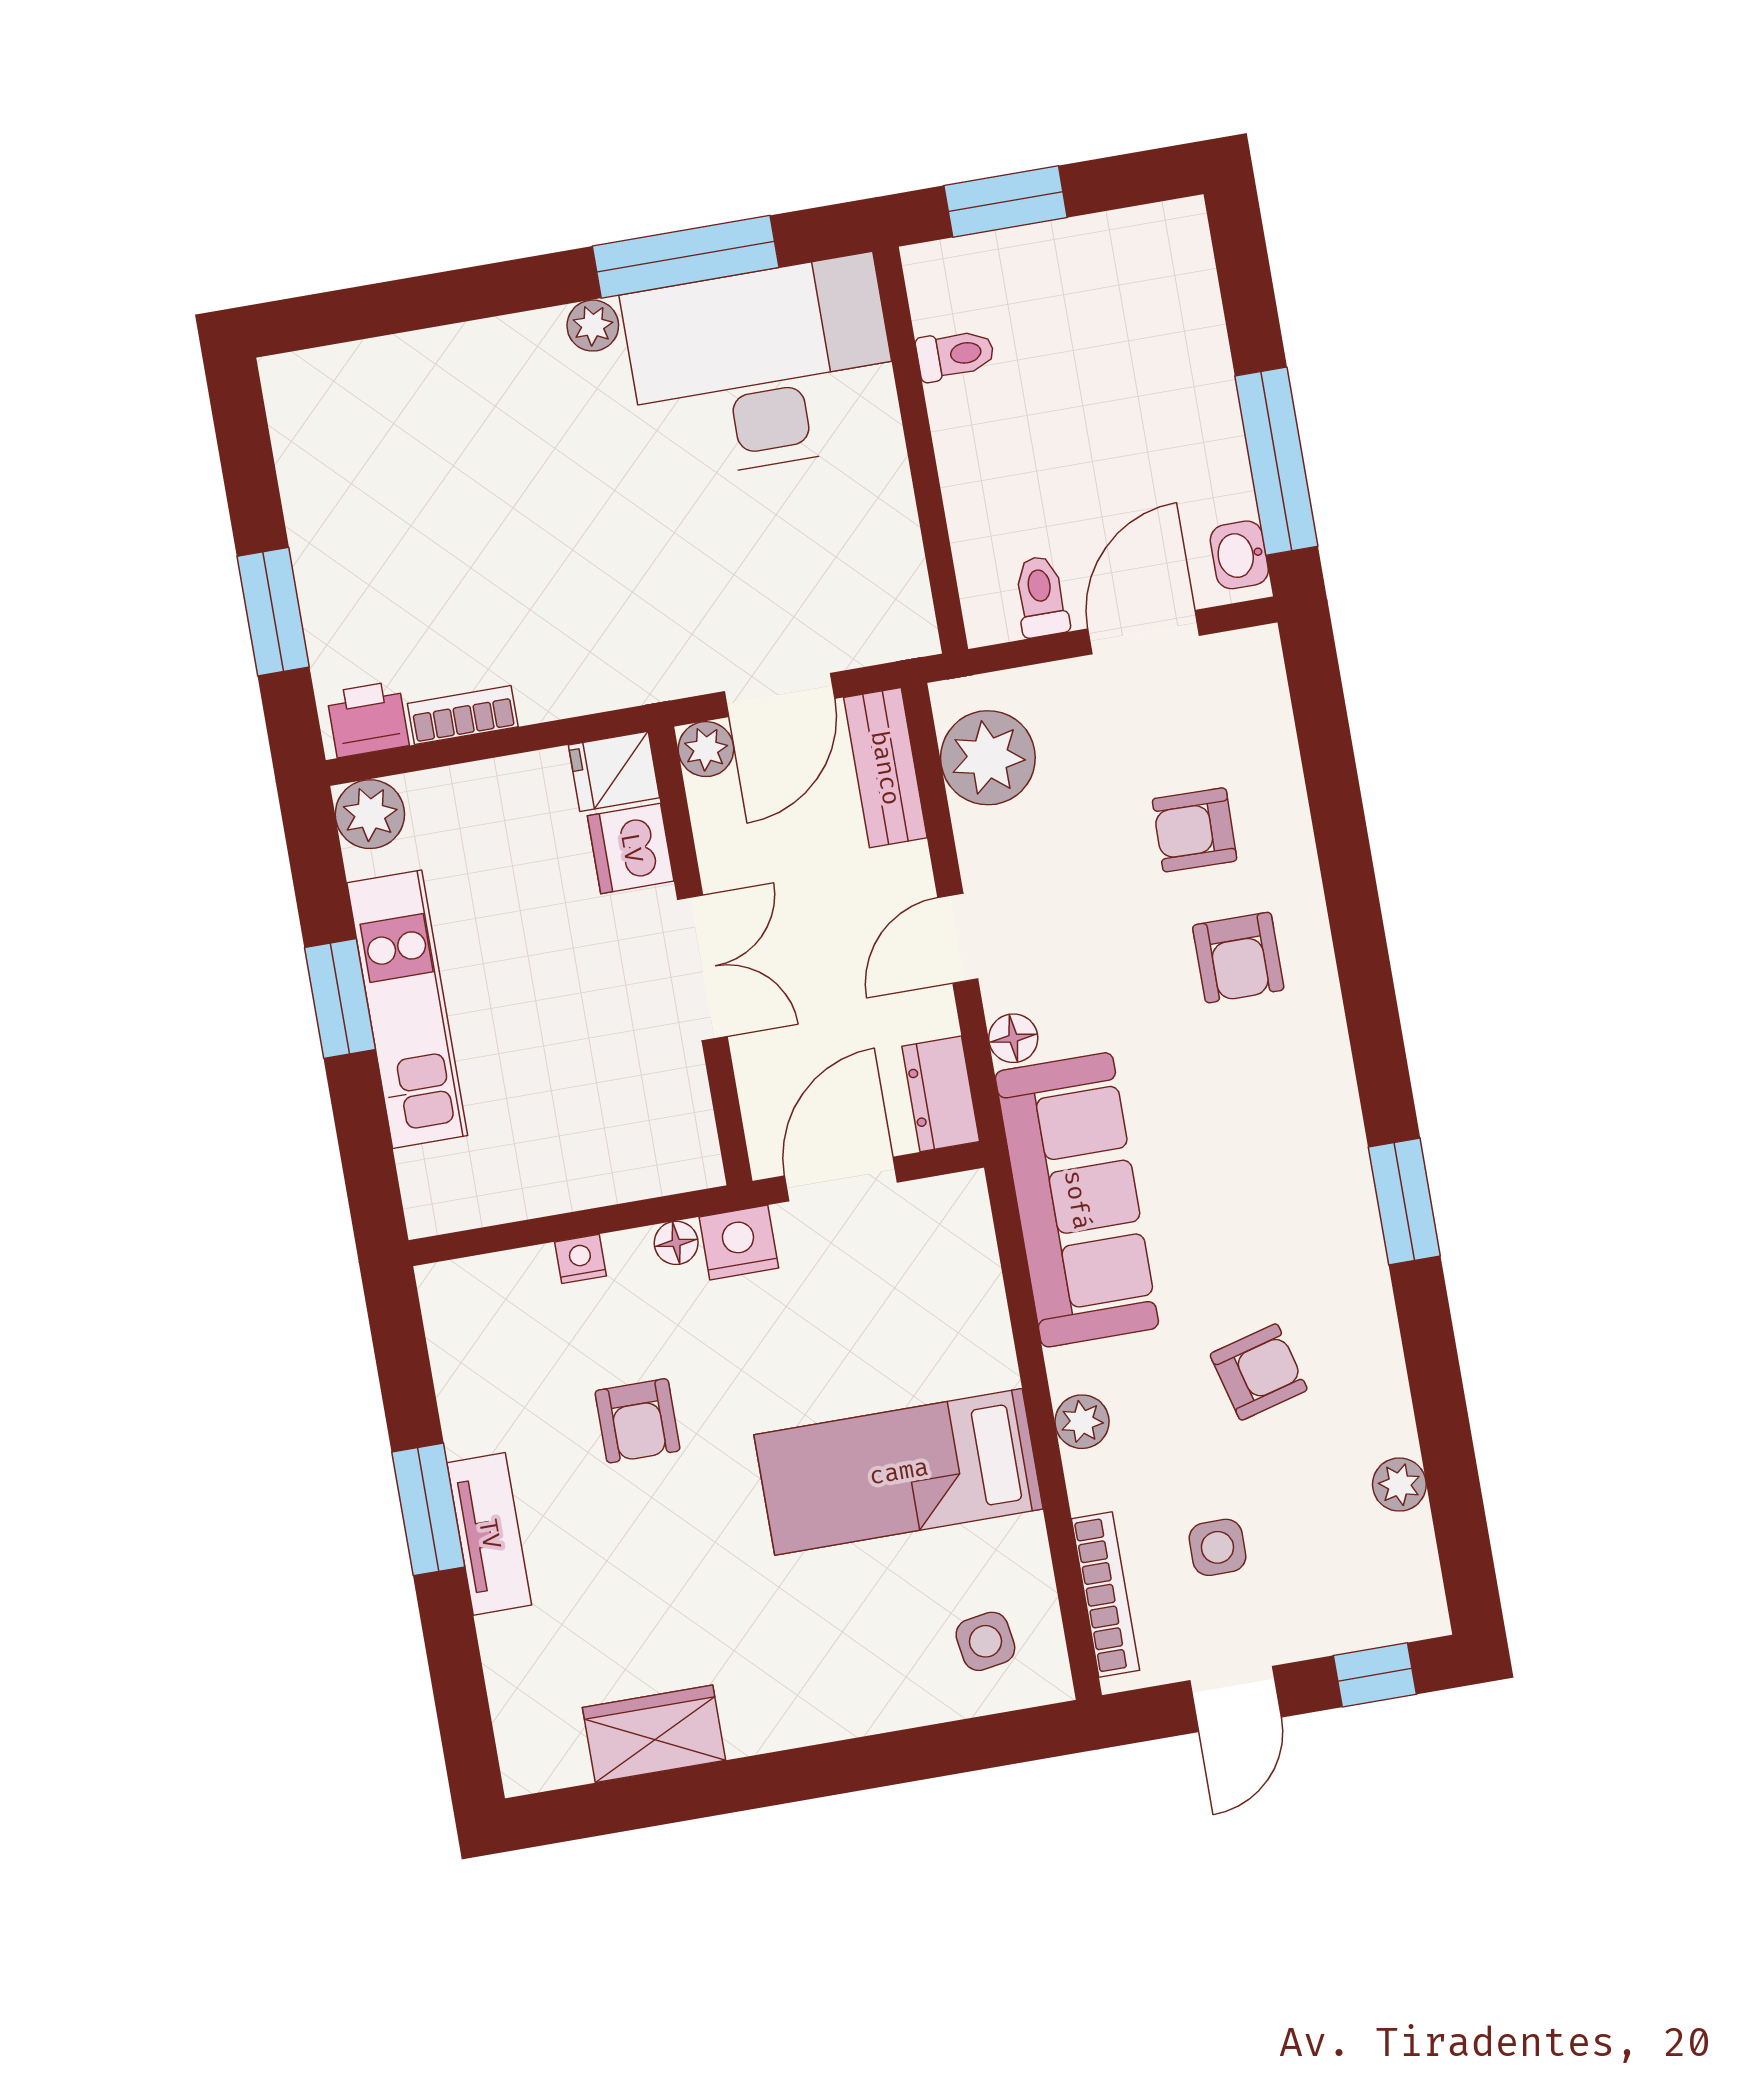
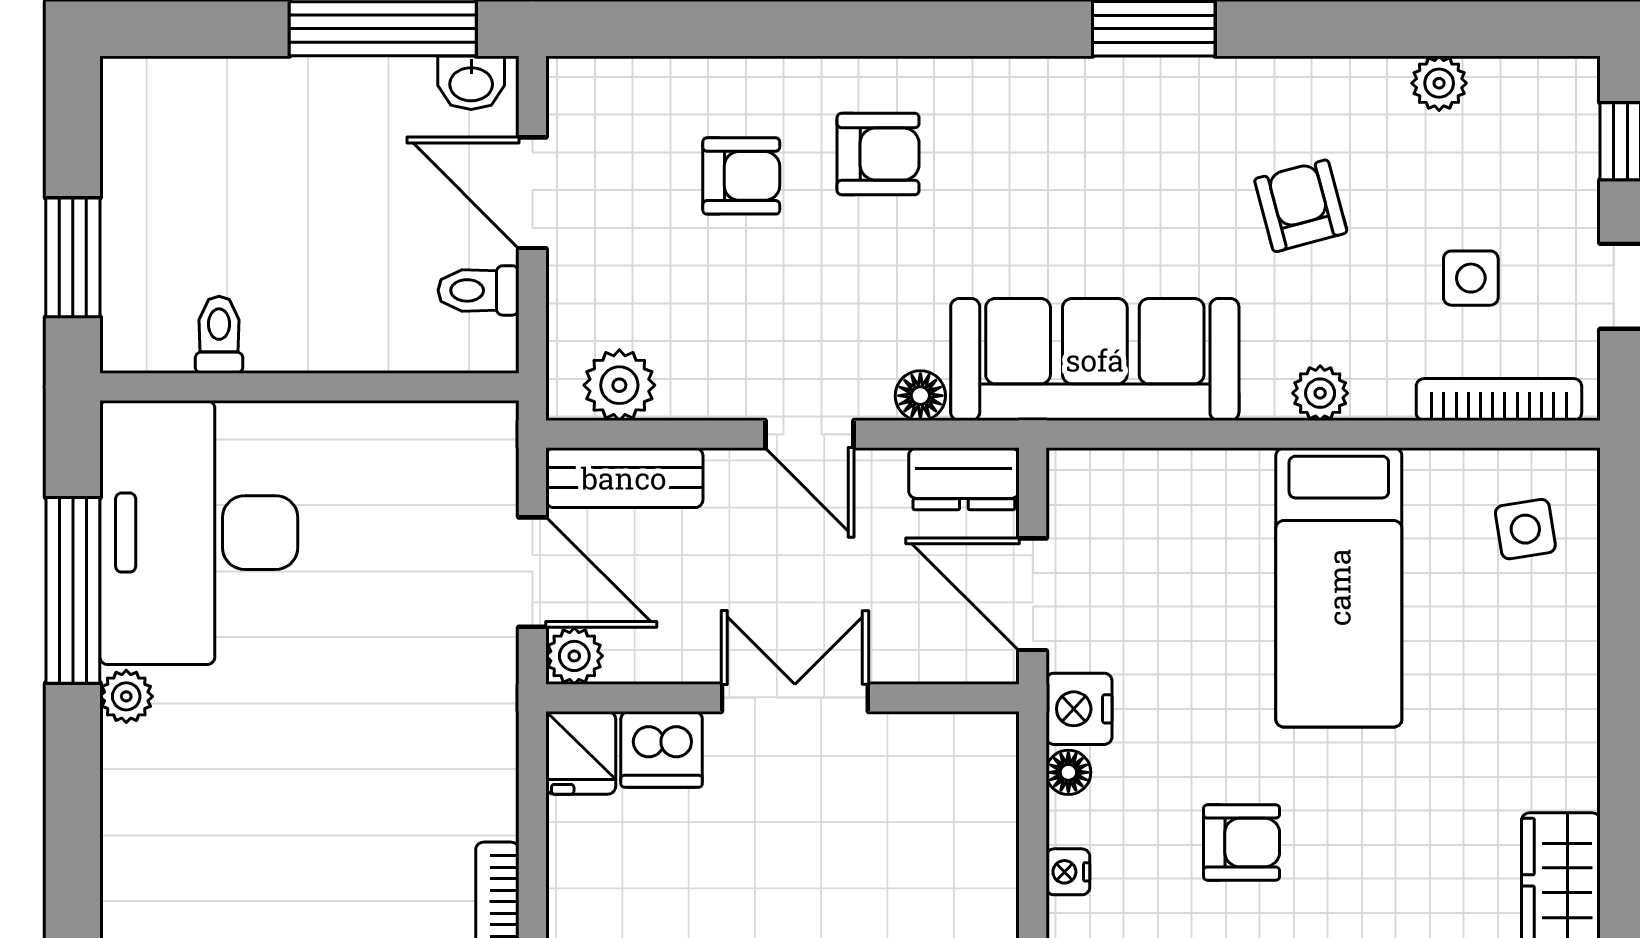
plant: (988, 758) -> (619, 385), width x0.73, depth x0.73
armchair: (1195, 830) -> (741, 176), turned -91

